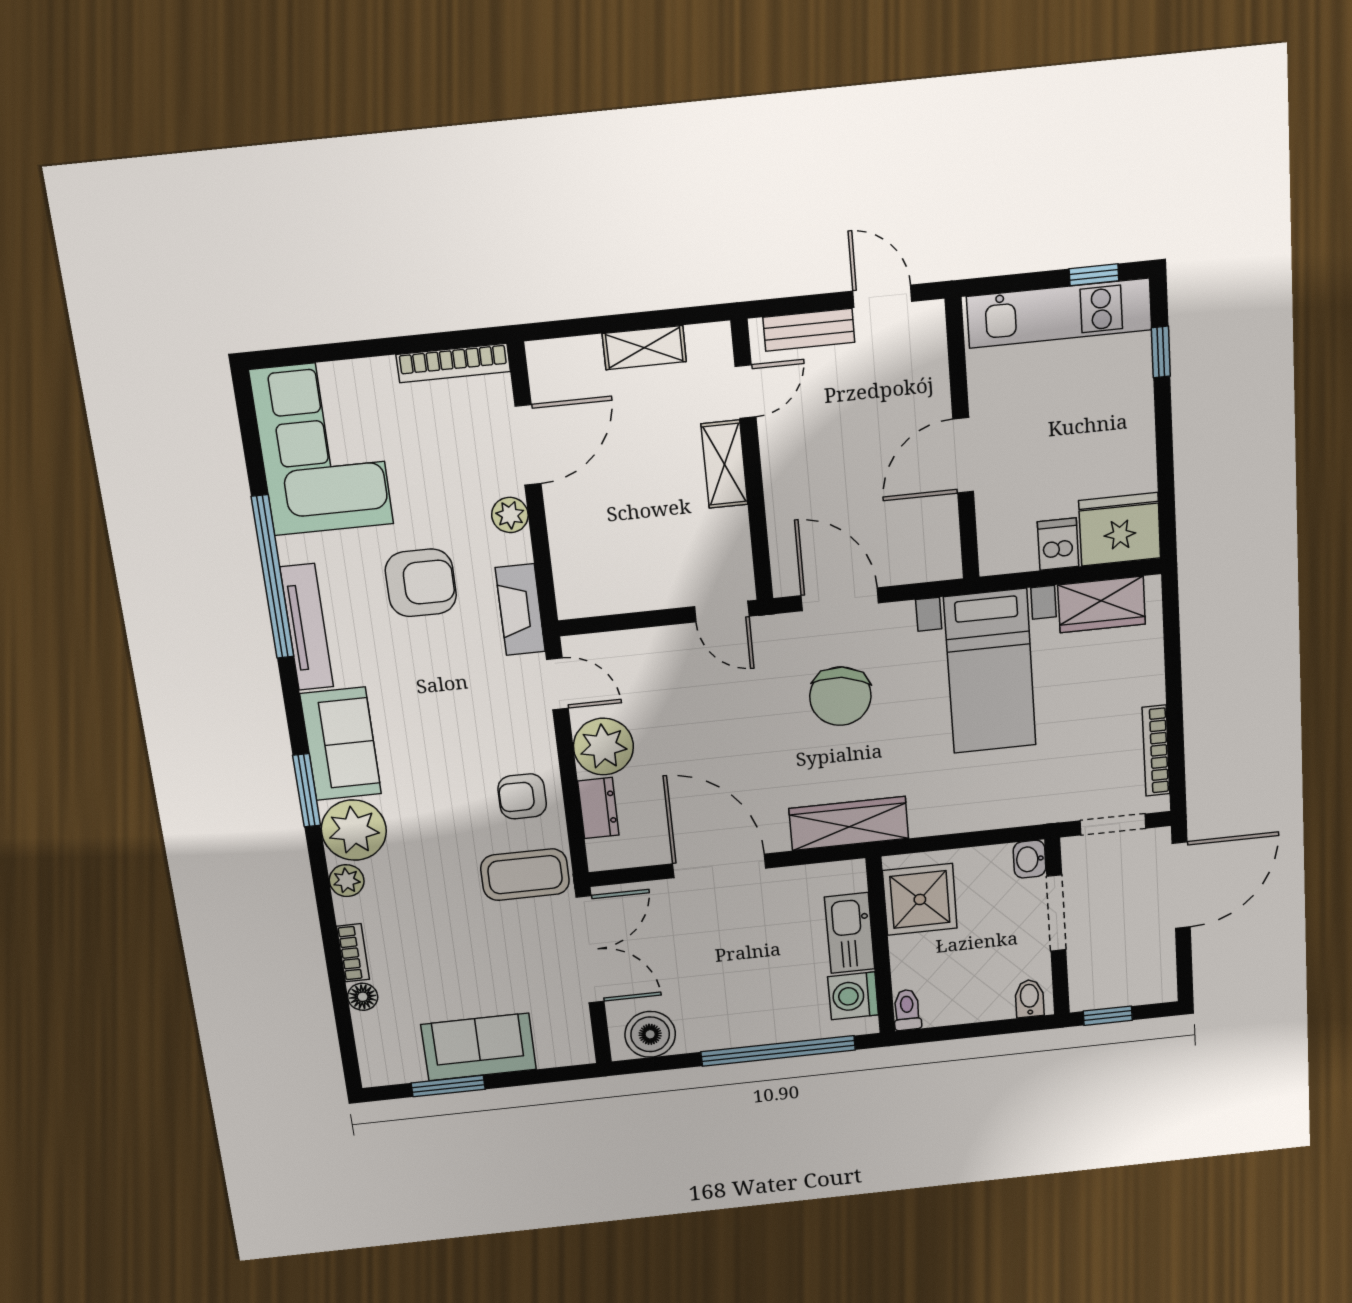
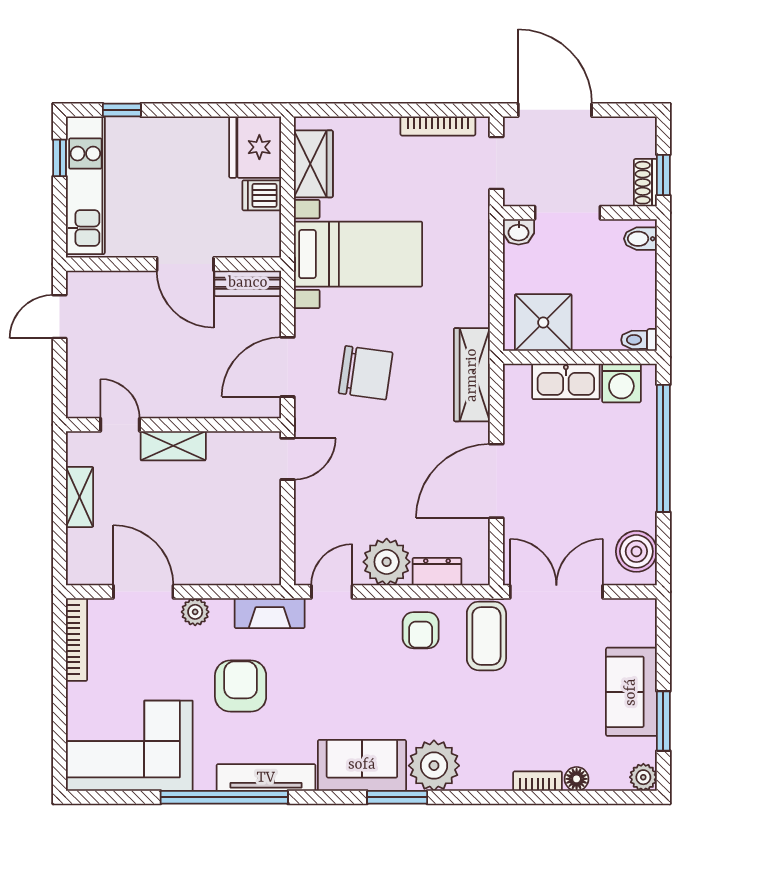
bench: (809, 330) -> (248, 283), moved, turned 90
plant: (347, 881) -> (643, 777), moved
shoe rack: (1097, 997) -> (645, 183), added

